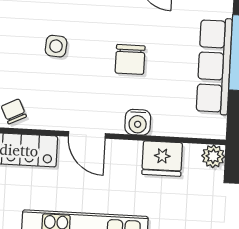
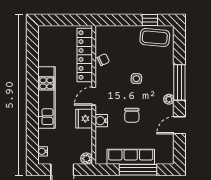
chair: (130, 59) -> (132, 115), turned -90
fridge: (162, 159) -> (84, 119), moved

